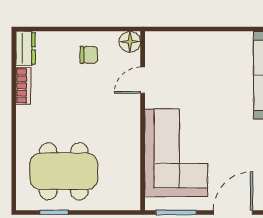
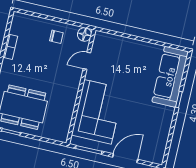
dresser: (26, 48) -> (17, 23), removed

